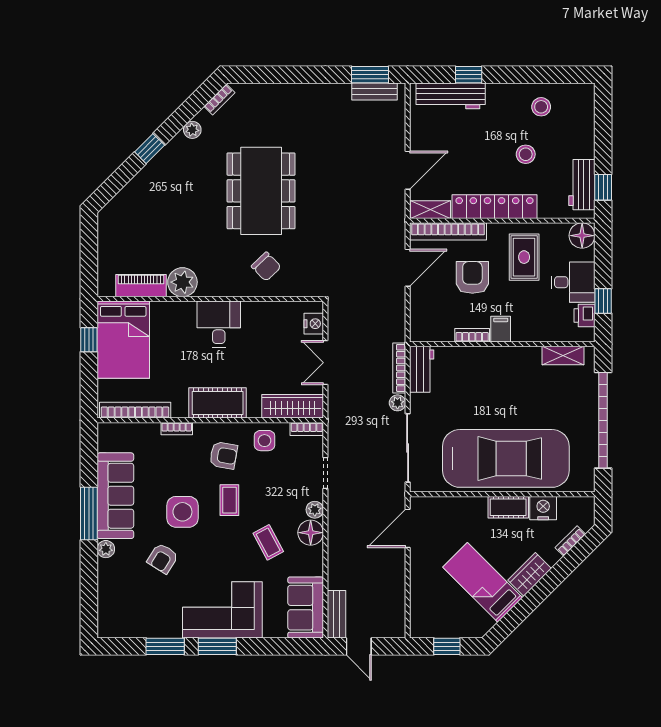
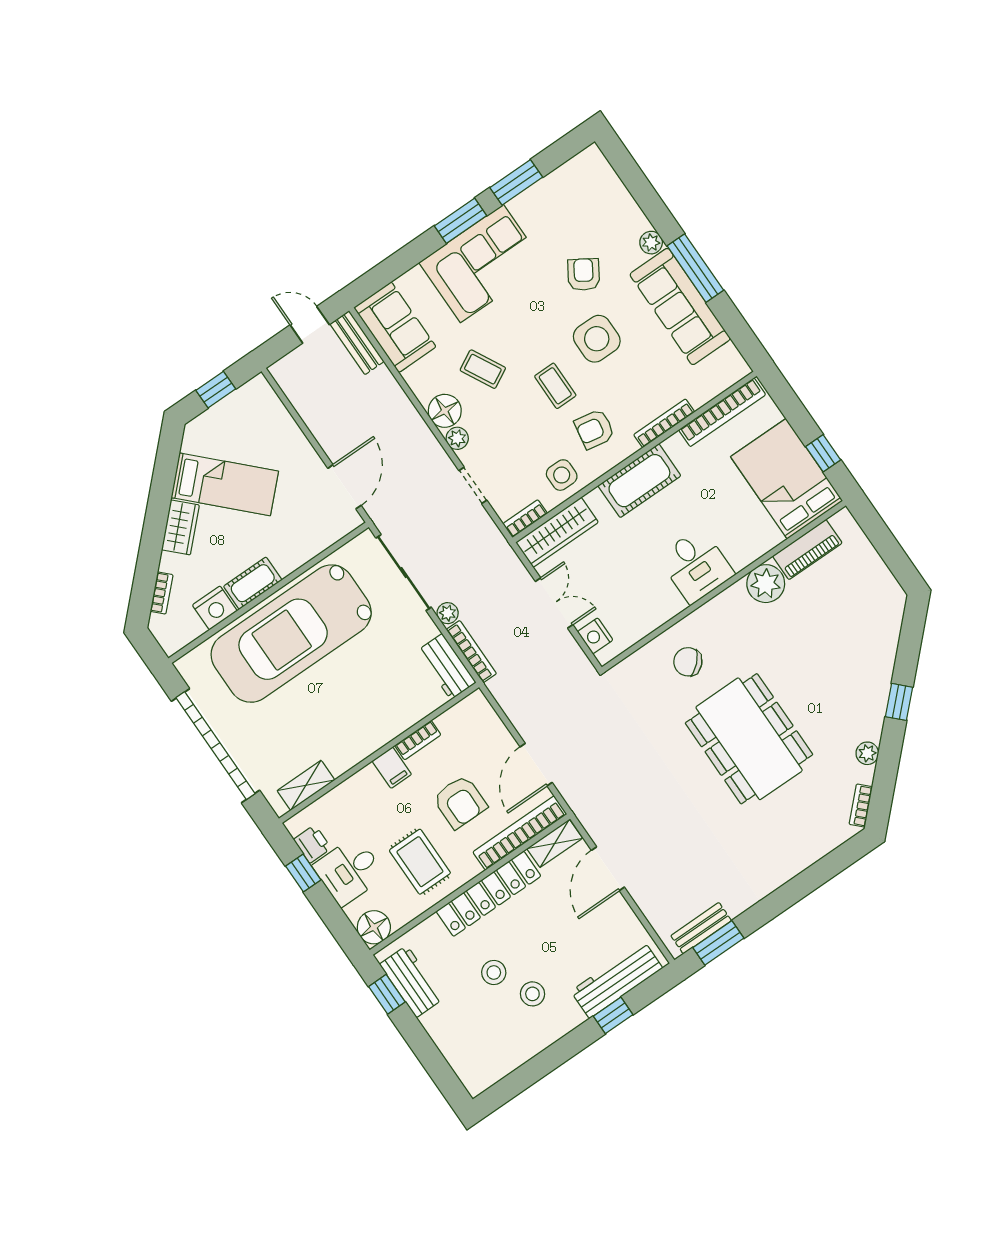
stool: (541, 107) -> (532, 994), moved
bookcase: (177, 429) -> (664, 423), width x1.56

